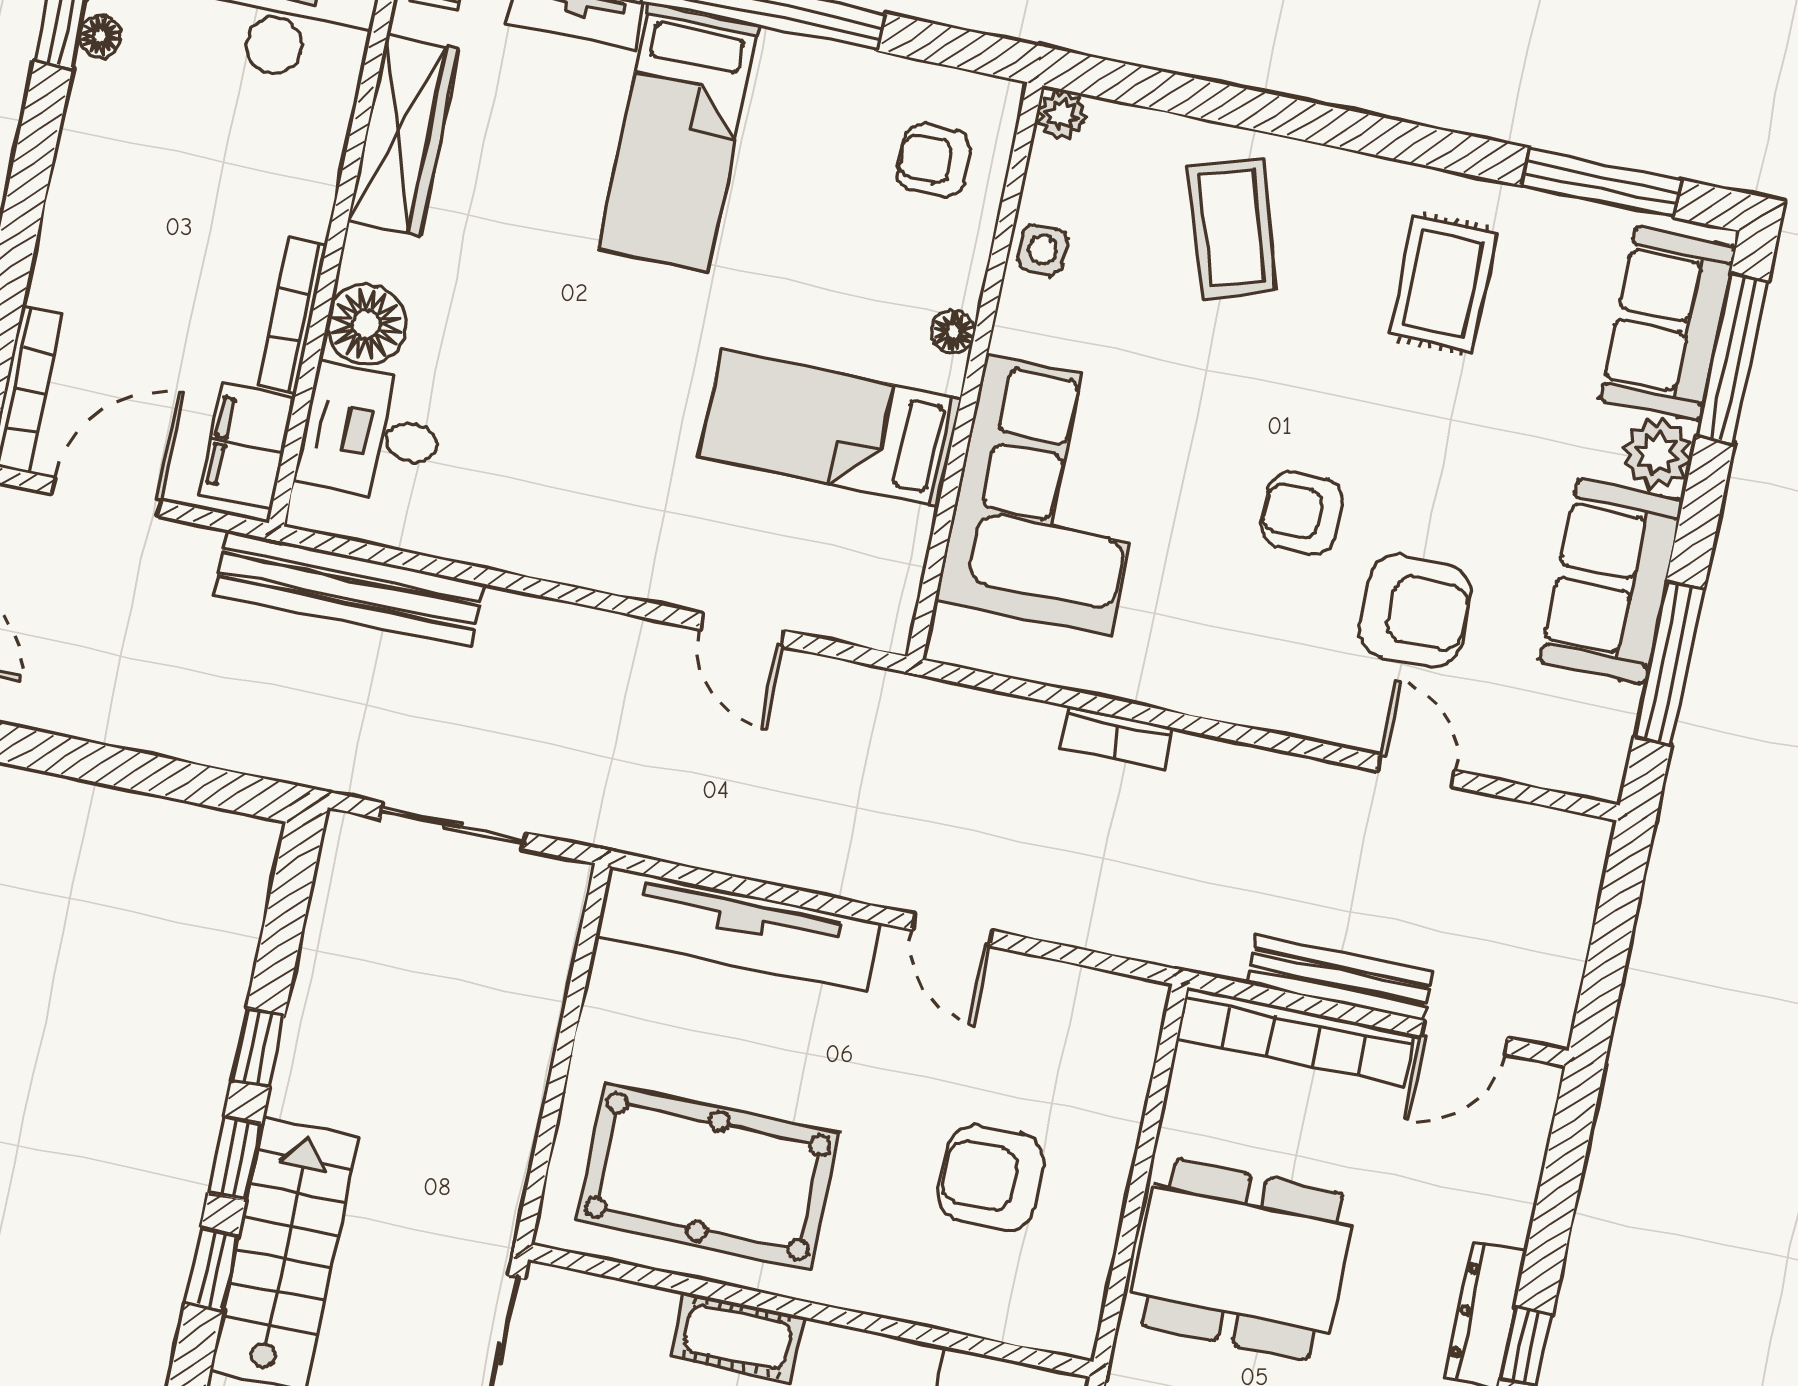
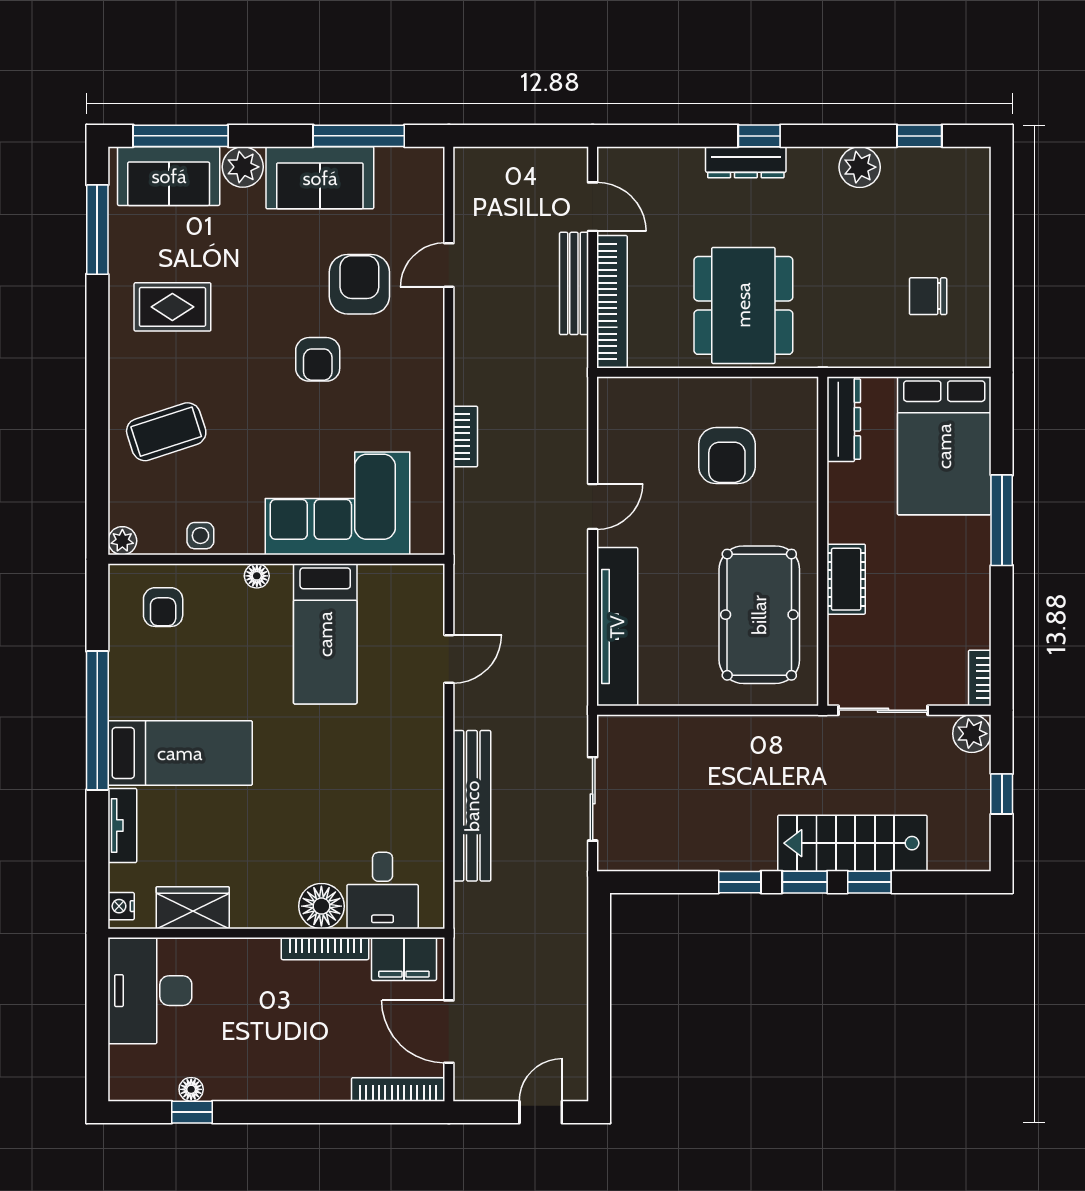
wardrobe: (403, 135) -> (193, 908), width x0.67
bench: (349, 589) -> (472, 806), moved

